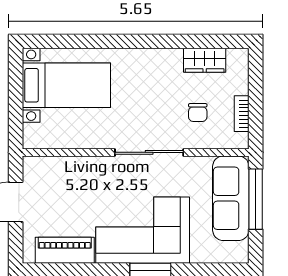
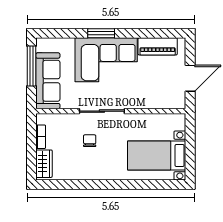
wardrobe: (205, 60) -> (44, 164), moved, turned 90
chair: (198, 113) -> (90, 141), moved
window: (256, 199) -> (31, 66), moved

